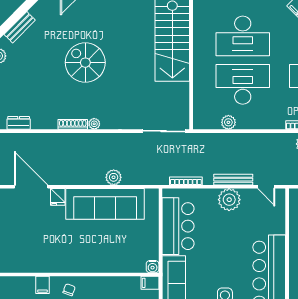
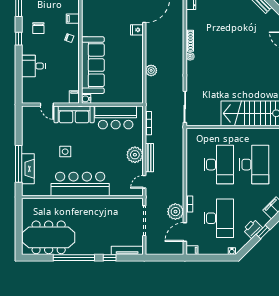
desk: (243, 36) -> (254, 165), turned 180
spiral stairs: (85, 63) -> (235, 50), removed
plant: (228, 122) -> (191, 154), removed
sofa: (105, 204) -> (93, 65), moved, turned 180

